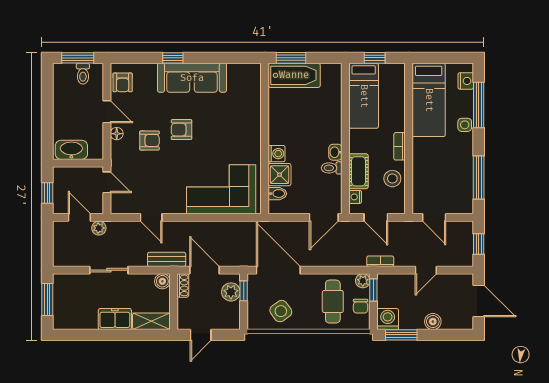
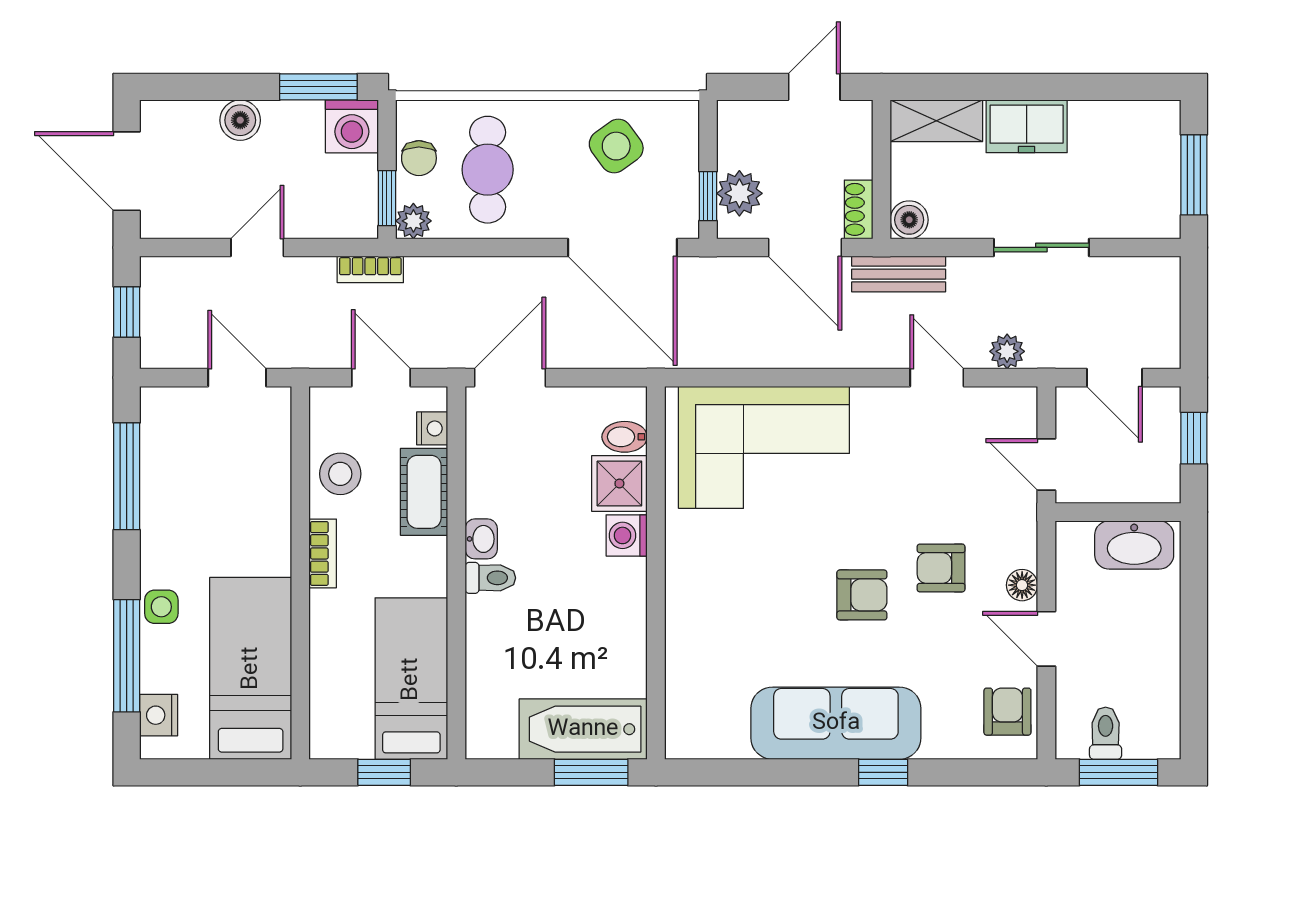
toilet: (332, 168) -> (490, 578), moved
plant: (99, 228) -> (1007, 351), moved
chair: (361, 306) -> (419, 158), turned 180

